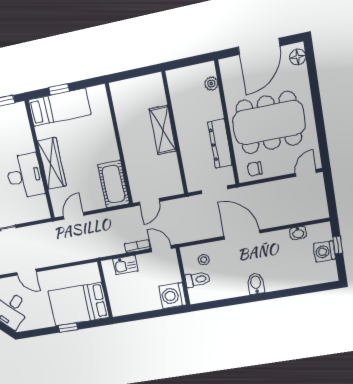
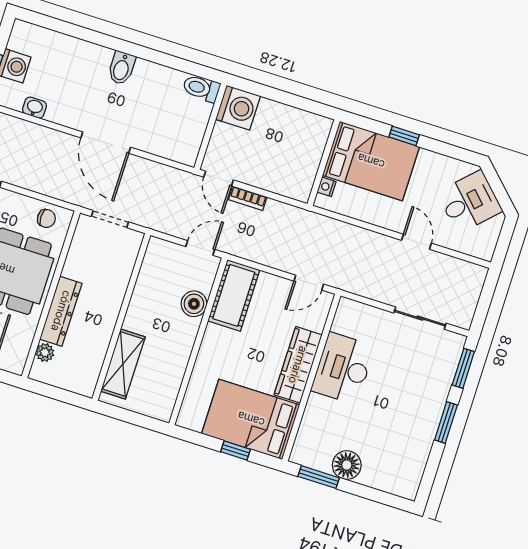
bed: (59, 107) -> (251, 419), width x1.50
shelving: (163, 130) -> (123, 364), moved
dresser: (220, 144) -> (61, 311), moved
boiler: (135, 166) -> (194, 304), added
stool: (204, 260) -> (172, 135), removed
kitchen sink: (125, 265) -> (278, 182), removed
nightstand: (95, 277) -> (327, 187), added
toilet: (198, 280) -> (201, 88), moved

